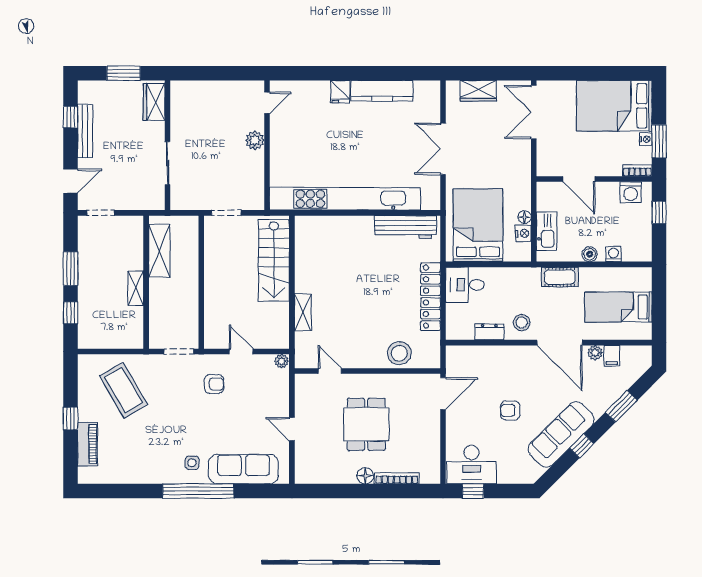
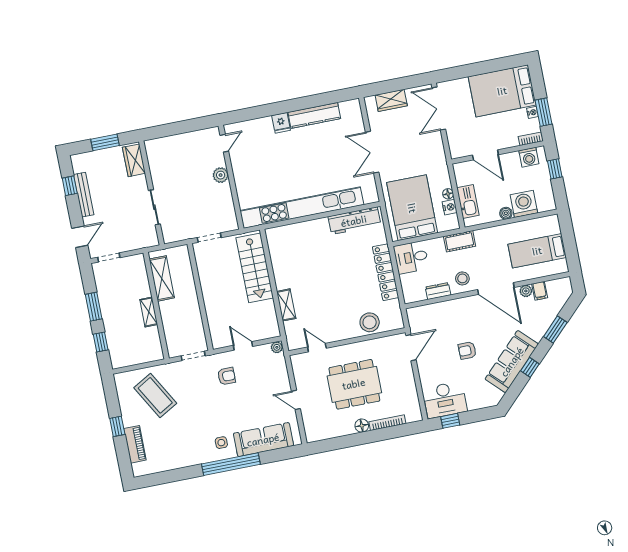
washing machine: (614, 254) -> (524, 204), width x1.89, depth x1.89
cot: (560, 277) -> (460, 241), moved
dining table: (366, 424) -> (354, 384), width x1.38

